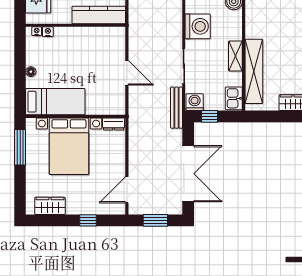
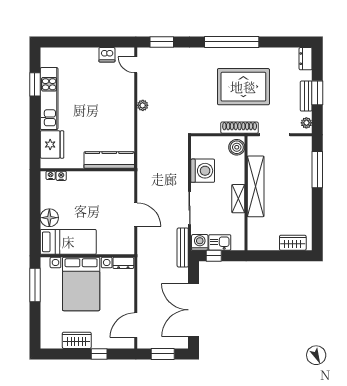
shelving: (254, 71) -> (256, 186), moved
floor lamp: (31, 72) -> (49, 218), width x1.89, depth x1.89
kitchen sink: (234, 98) -> (220, 242), moved, turned 90
double door: (188, 174) -> (194, 310), swing flipped
wardrobe: (50, 206) -> (77, 340), moved

